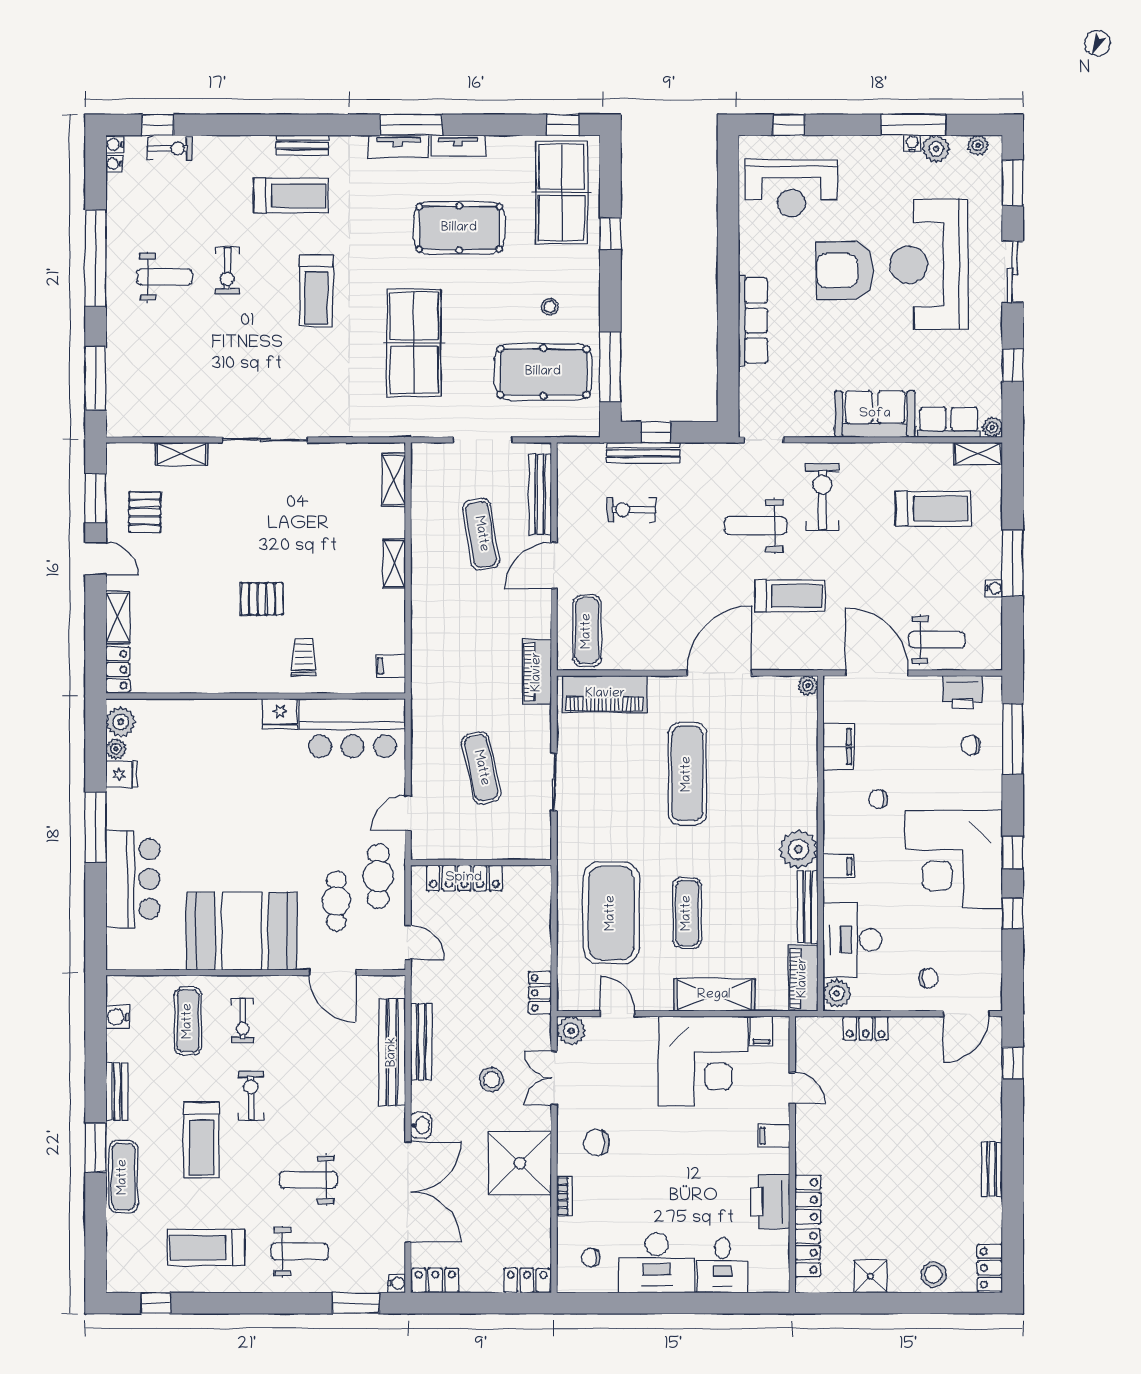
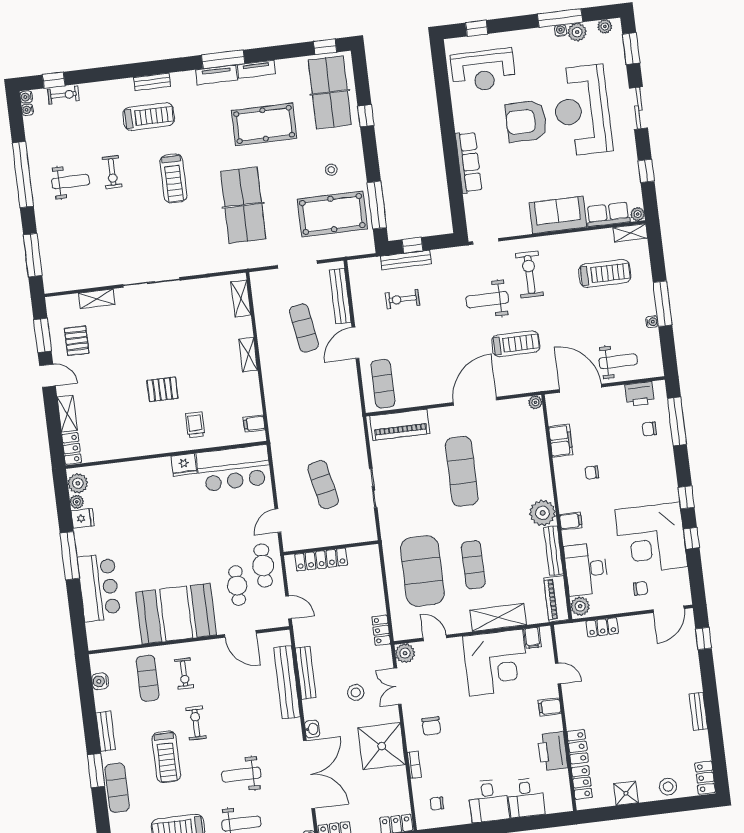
piano: (537, 672) -> (353, 415), removed
corner desk: (954, 859) -> (651, 538), moved
chair: (596, 1142) -> (431, 726), turned -90
desk: (657, 1263) -> (489, 801), width x0.73

